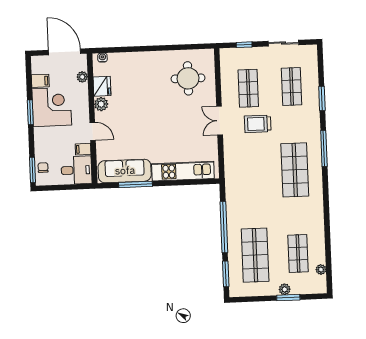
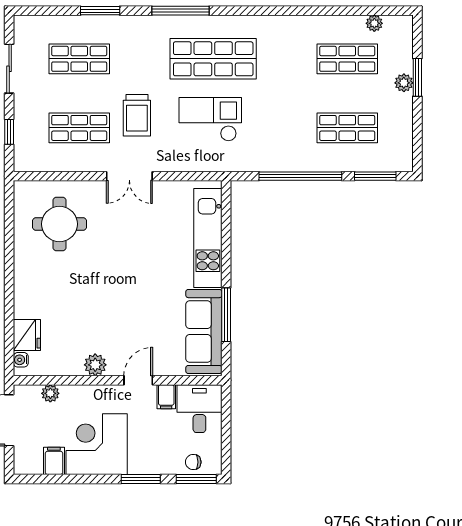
fridge: (102, 86) -> (27, 335), moved, turned 90
window: (30, 112) -> (141, 479), moved
checkout: (257, 170) -> (210, 119), added
shop shelf: (255, 255) -> (347, 128), width x0.70, depth x0.74

